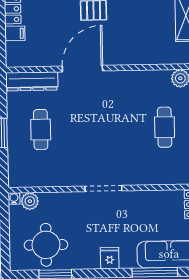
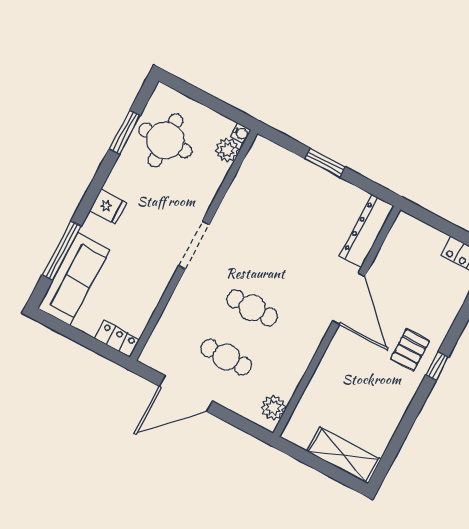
filing cabinet: (15, 33) -> (434, 242), removed
cafe table: (41, 130) -> (252, 308), moved

